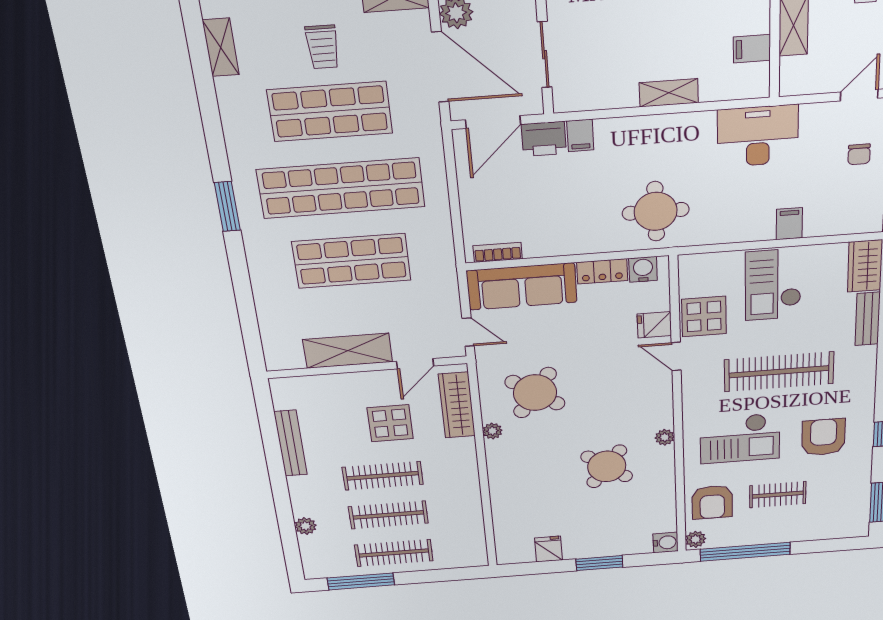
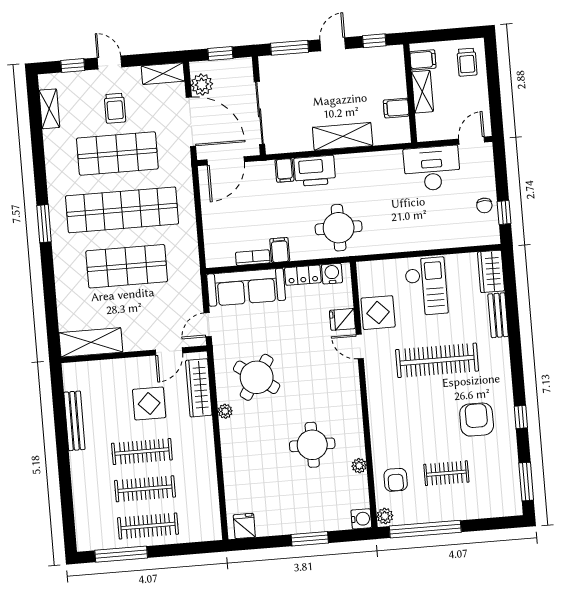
sliding door: (545, 55) -> (259, 113), width x1.37
shelving: (669, 93) -> (343, 136), width x1.50, depth x1.33
desk: (758, 136) -> (432, 168), moved
printer: (544, 139) -> (315, 171), moved, width x1.37, depth x1.19
chair: (859, 154) -> (484, 205), moved
filing cabinet: (789, 224) -> (280, 250), moved
bookcase: (498, 252) -> (253, 258), moved
checkout: (773, 285) -> (426, 286), turned 180
door: (468, 332) -> (208, 325), swing flipped
shelving: (348, 351) -> (91, 342), moved
plant: (665, 437) -> (359, 466), moved
checkout: (740, 439) -> (413, 420), removed
round table: (607, 466) -> (312, 445), turned -37
armchair: (712, 502) -> (396, 480), width x0.72, depth x0.72
plant: (305, 526) -> (81, 499), removed
fridge: (549, 549) -> (244, 526), moved

